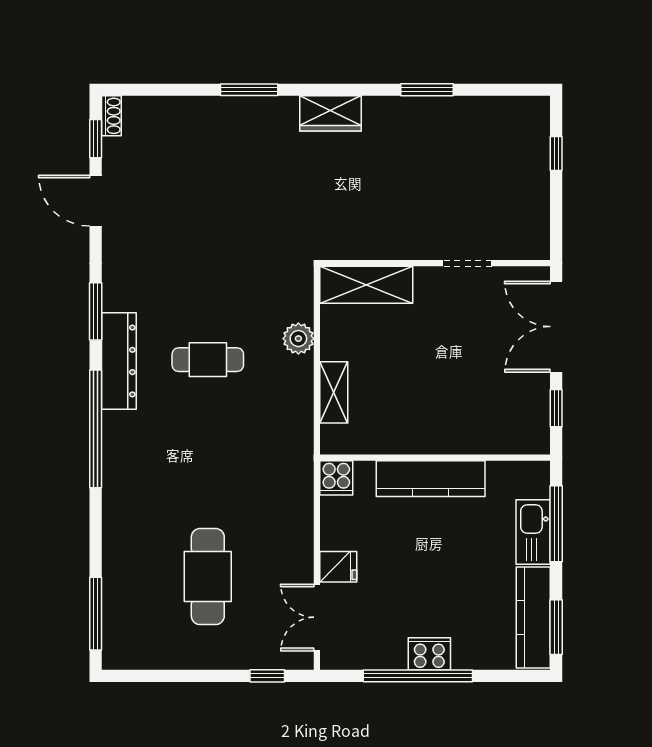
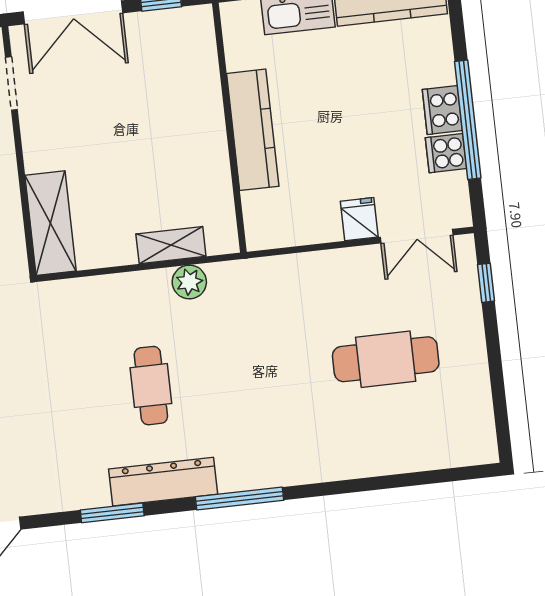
doorway: (467, 263) -> (11, 83), moved
plant: (298, 339) -> (189, 282), moved
window: (96, 429) -> (239, 499), width x0.68
cooker: (336, 478) -> (446, 153), moved, turned 180
window: (96, 614) -> (439, 476), removed

